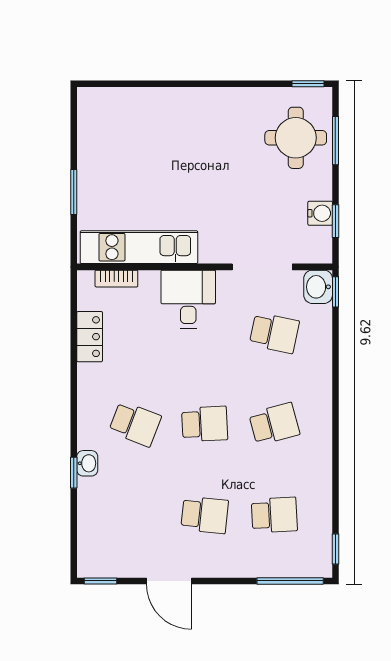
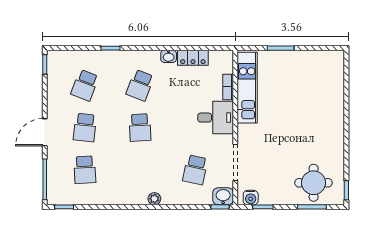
water cooler: (320, 213) -> (251, 198), moved
bookcase: (116, 279) -> (228, 87), moved
plant: (322, 400) -> (154, 199), added
school desk: (274, 424) -> (85, 85), moved, turned 36
washbasin: (87, 463) -> (169, 56), moved
door: (169, 581) -> (45, 132), moved

